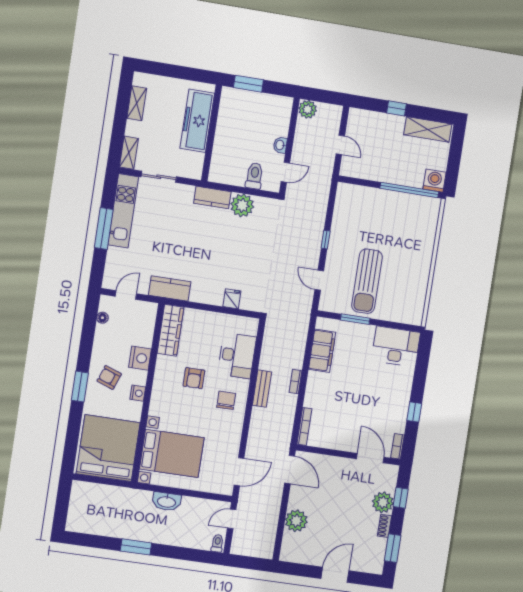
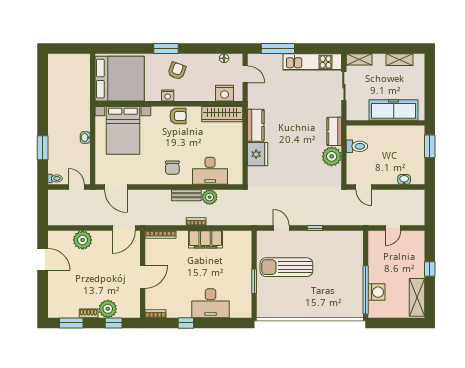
plant: (308, 109) -> (210, 197), moved
washbasin: (280, 145) -> (404, 179), moved
toilet: (254, 176) -> (357, 146), moved
washing machine: (434, 181) -> (377, 292), moved
window: (104, 229) -> (278, 49), moved
door: (319, 280) -> (281, 228), hinge flipped
kitchen counter: (170, 288) -> (256, 125), moved
fridge: (232, 299) -> (258, 154), width x1.88, depth x1.34
window: (355, 319) -> (254, 281), moved
desk: (396, 346) -> (211, 303), moved, turned 90
filing cabinet: (322, 351) -> (205, 239), moved
nightstand: (140, 358) -> (225, 93), moved
armchair: (194, 378) -> (178, 116), moved, turned 180
chair: (226, 400) -> (172, 168), turned 89
door: (370, 458) -> (143, 277), moved
washbasin: (167, 502) -> (85, 137), width x0.52, depth x0.69
window: (136, 547) -> (43, 148), moved
door: (335, 575) -> (43, 259), moved

